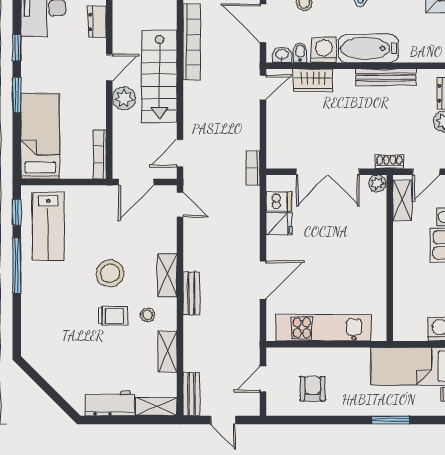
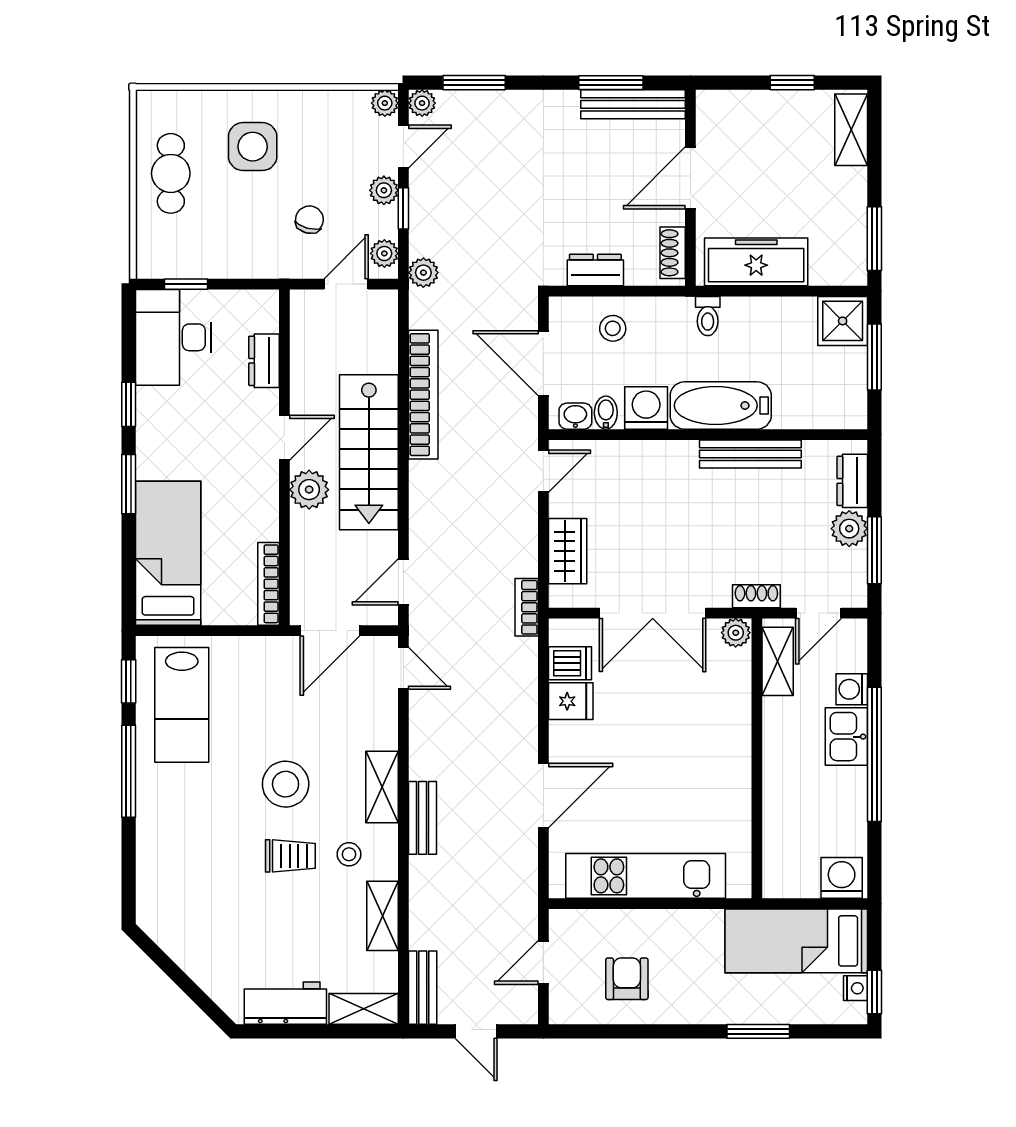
wardrobe: (313, 80) -> (568, 551), moved, turned -90

